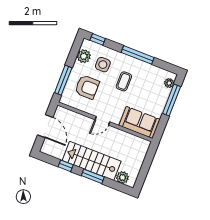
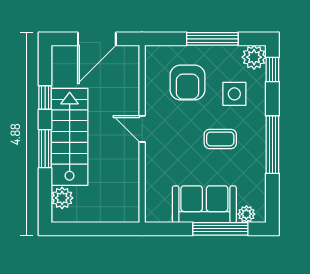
plant: (84, 56) -> (254, 57), moved
window: (63, 80) -> (212, 39), moved
sofa: (139, 123) -> (204, 204), moved, turned -90

